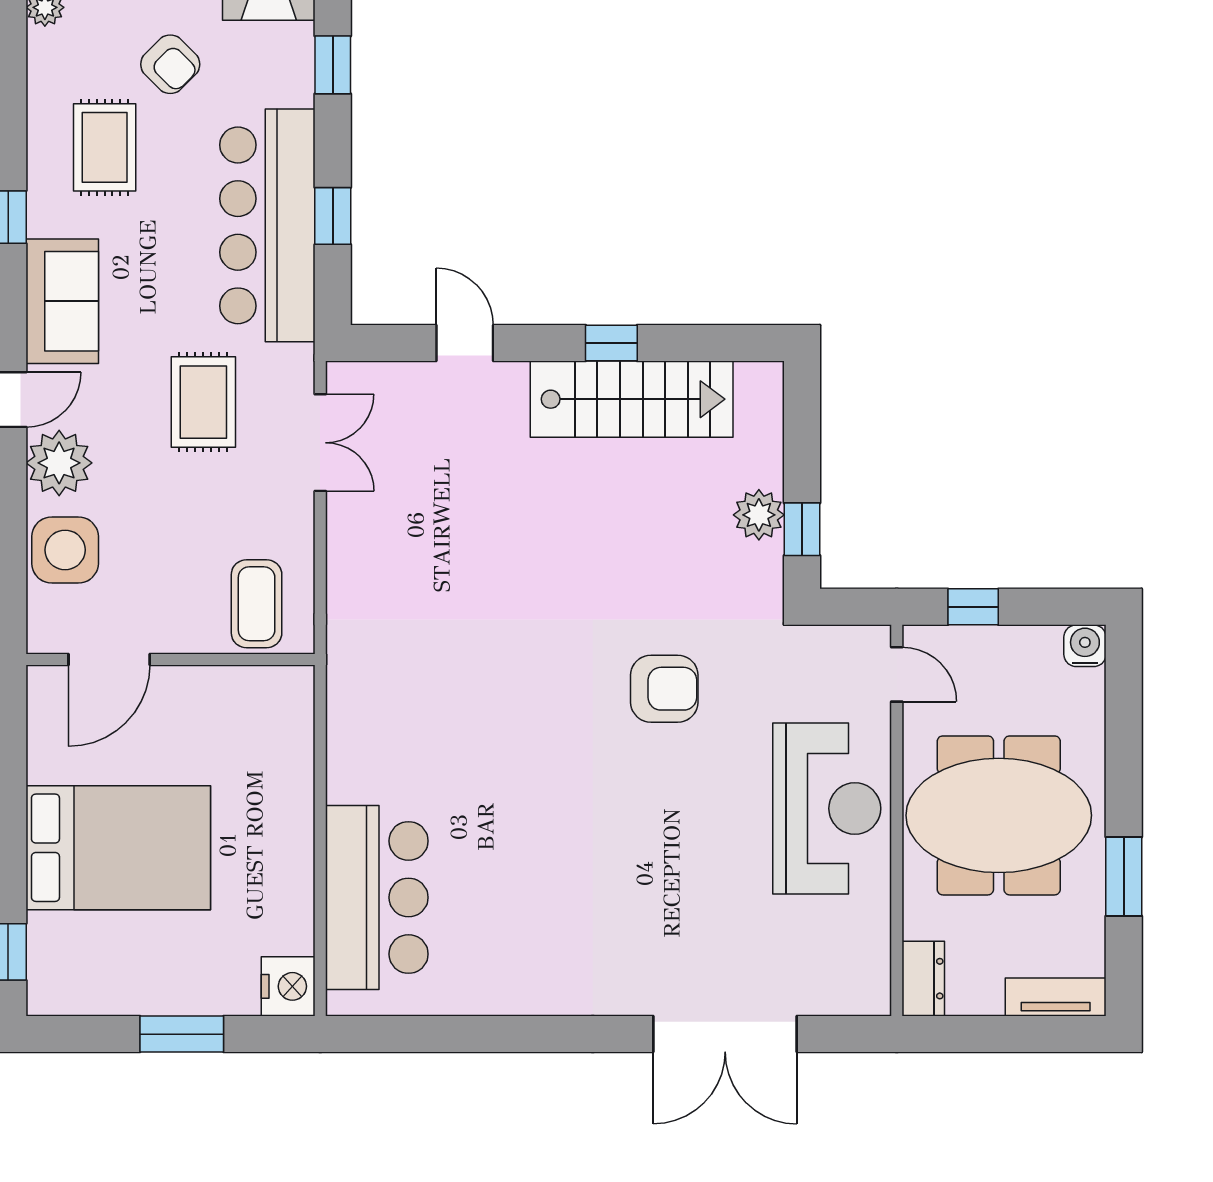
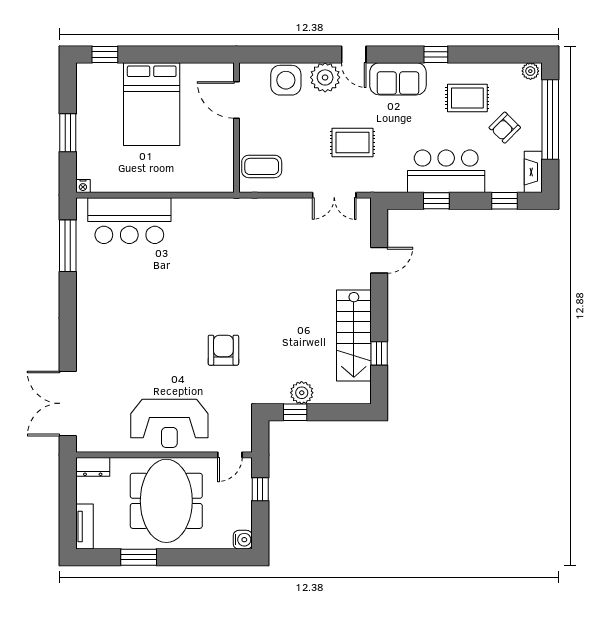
bar counter: (267, 225) -> (446, 171), width x0.73
window: (611, 343) -> (379, 353), moved
armchair: (664, 689) -> (223, 350), turned 180
nightstand: (288, 986) -> (83, 186), width x0.53, depth x0.56
window: (433, 1034) -> (68, 246), added
double door: (725, 1034) -> (68, 403), moved

